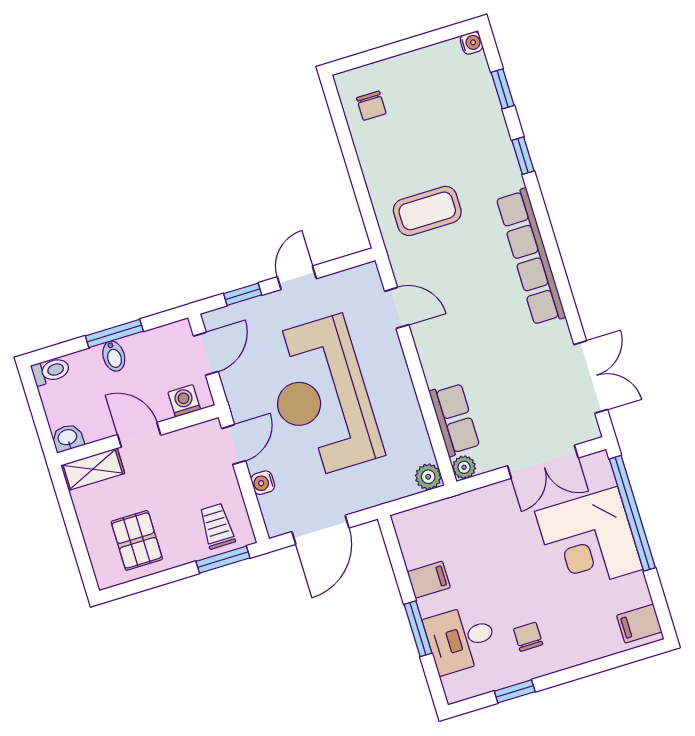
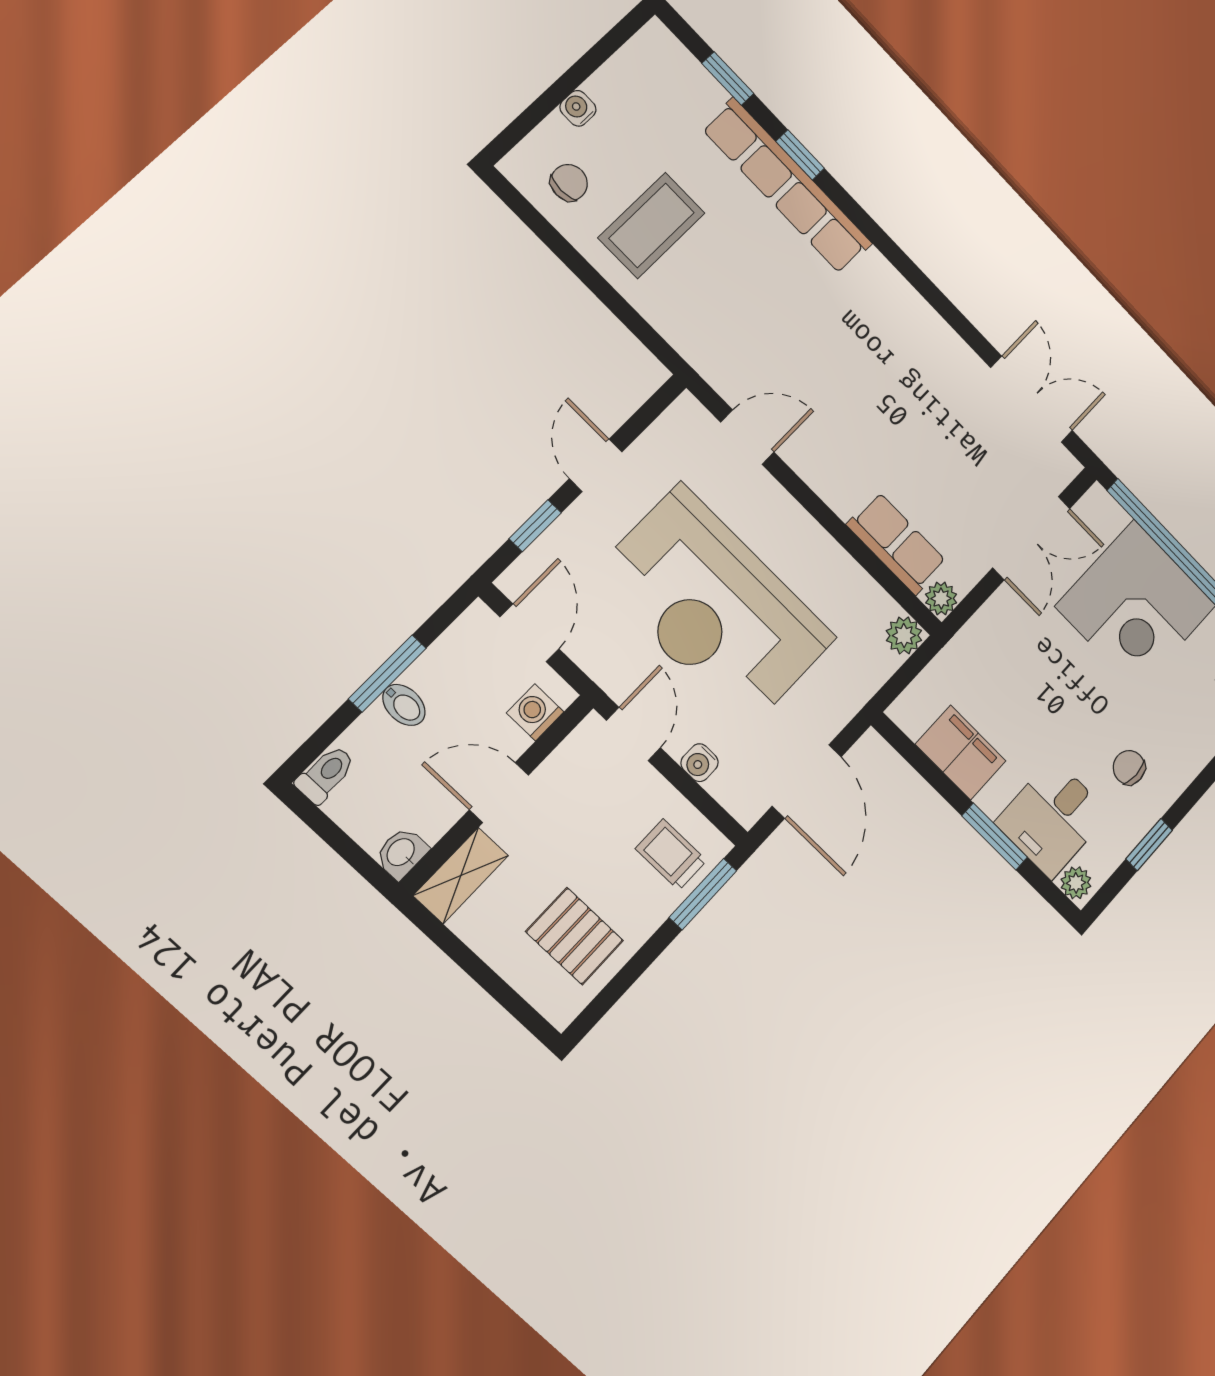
water cooler: (471, 43) -> (578, 108), moved, turned -90
chair: (371, 106) -> (569, 183), turned -90
coffee table: (427, 211) -> (652, 225), moved
row of seats: (531, 257) -> (787, 186), moved
filing cabinet: (429, 580) -> (961, 753), width x2.00
plant: (454, 687) -> (1076, 883), added

